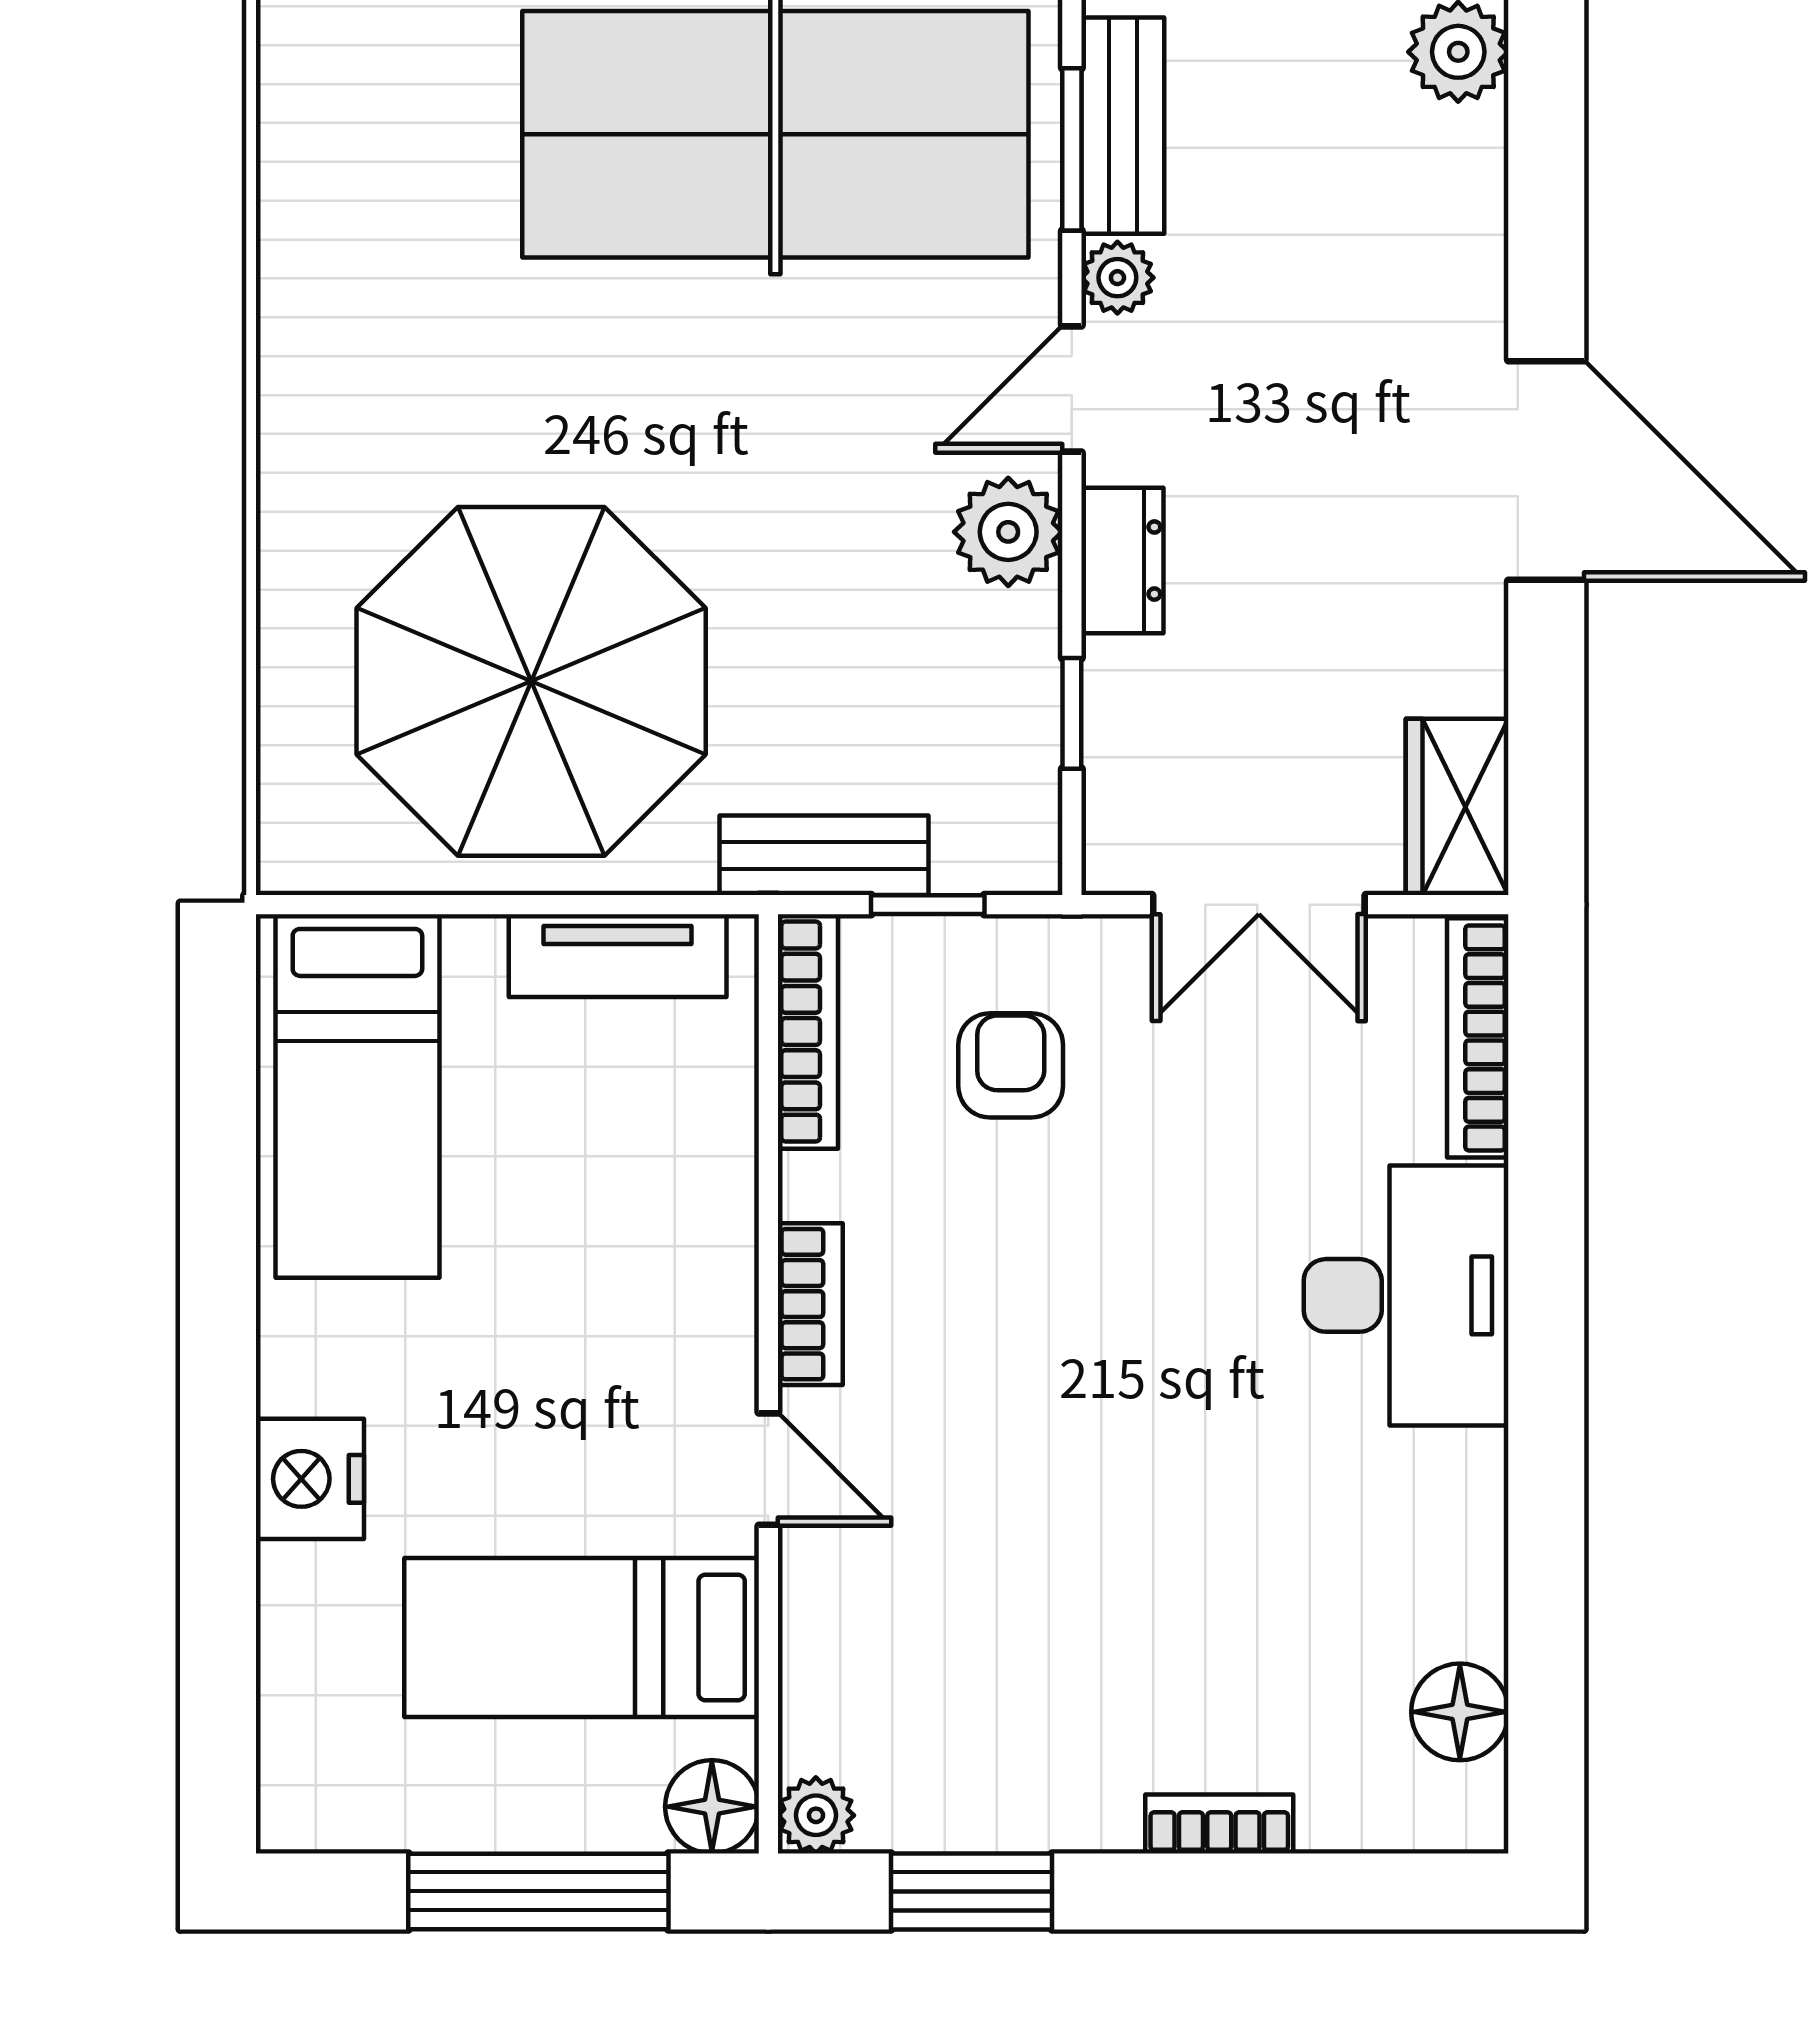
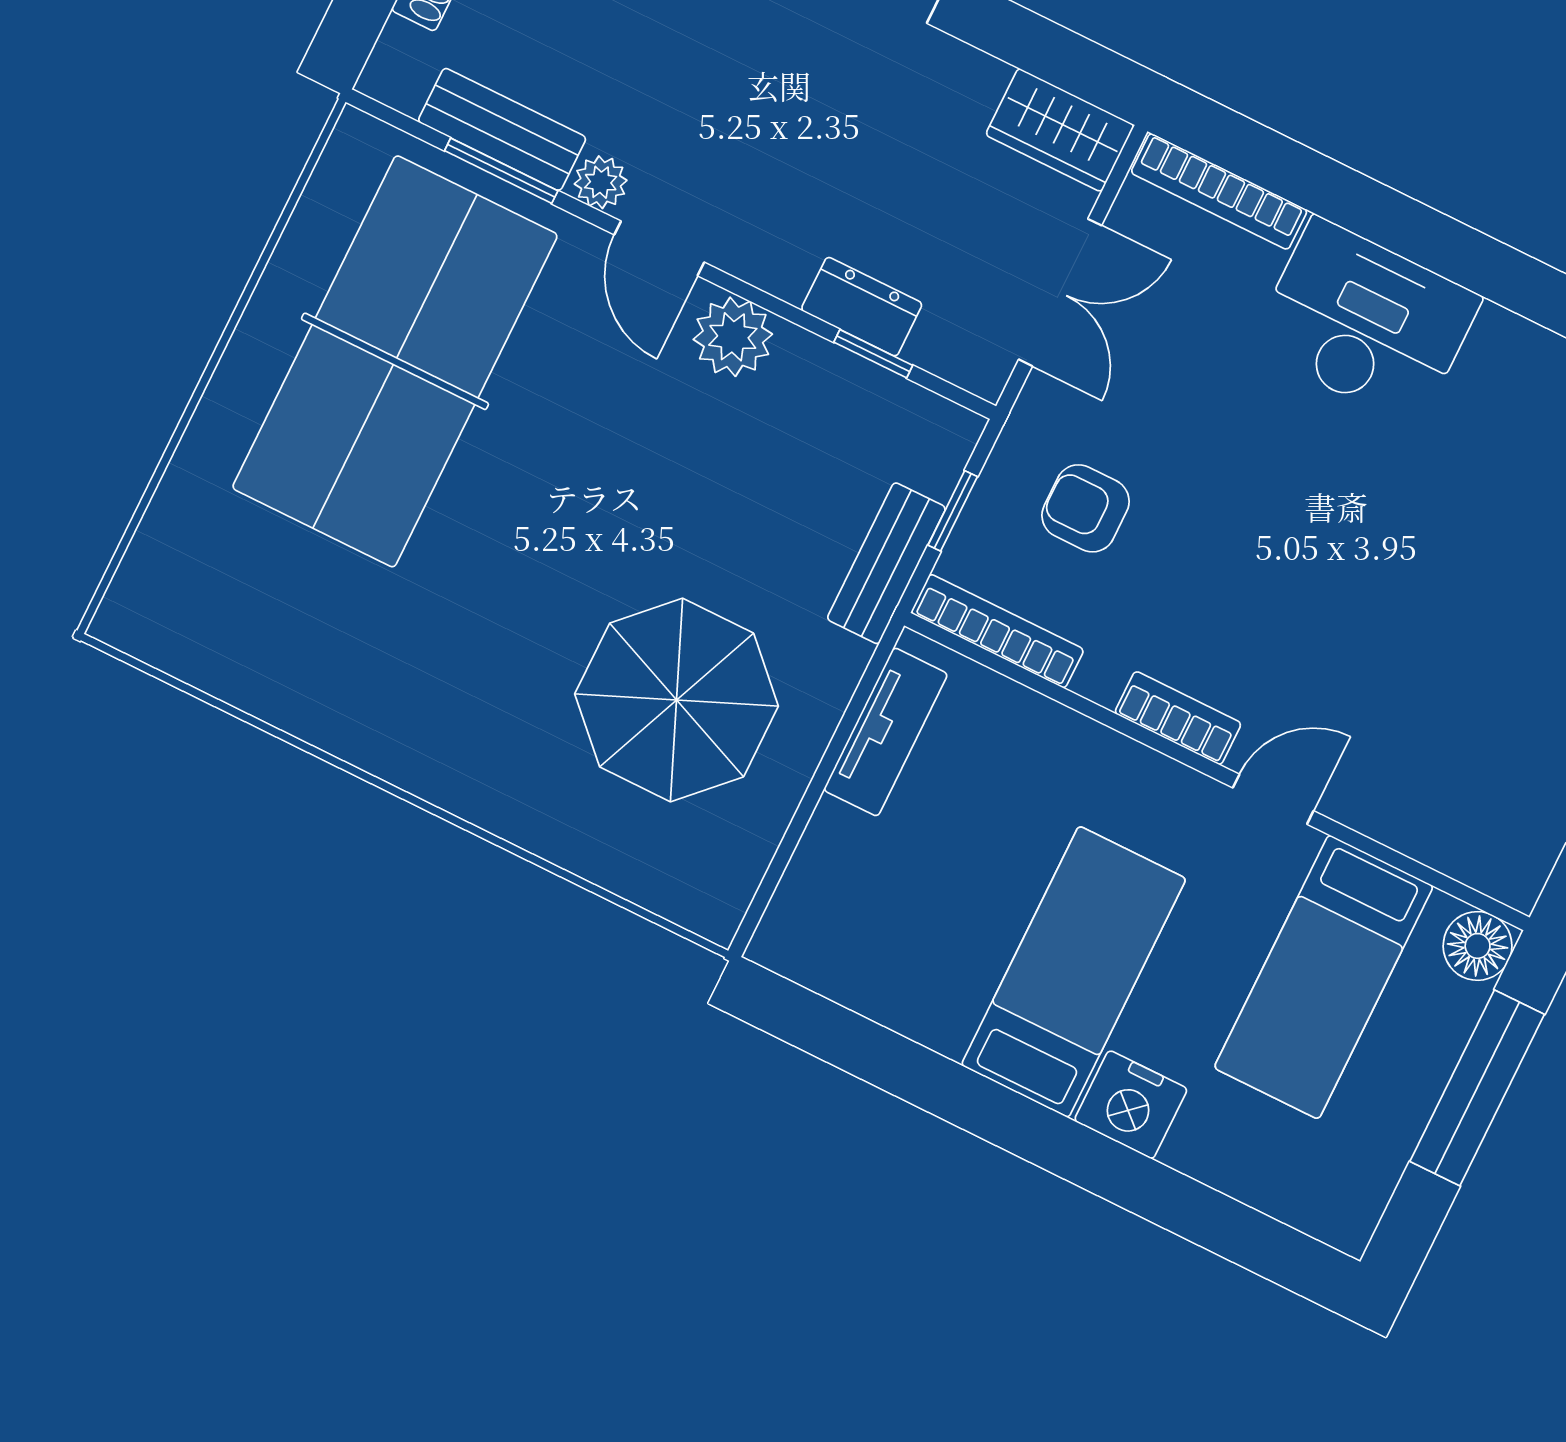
dresser: (1122, 561) -> (862, 307), moved
parasol: (531, 681) -> (677, 700), width x0.73, depth x0.73
bed: (357, 1096) -> (1074, 972), moved, turned -90
plant: (816, 1815) -> (1517, 880), removed

